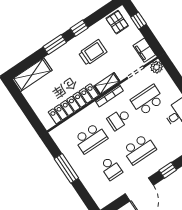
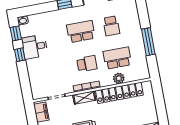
plant: (157, 67) -> (119, 78), moved
school desk: (147, 100) -> (57, 69), removed
school desk: (111, 168) -> (111, 26), turned 180

